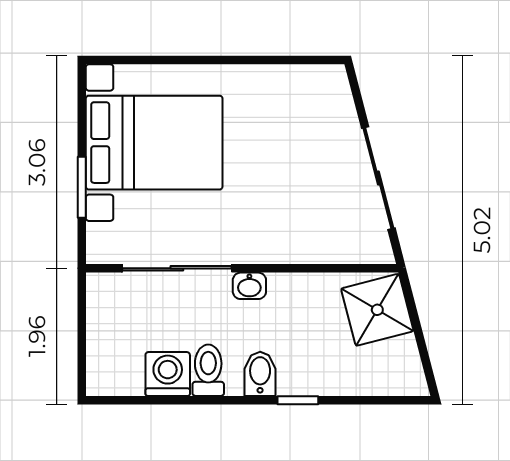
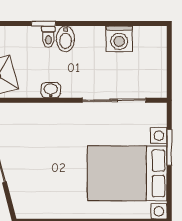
washbasin: (249, 286) -> (51, 90), moved
toilet: (208, 370) -> (48, 37), moved, width x0.73, depth x0.72

